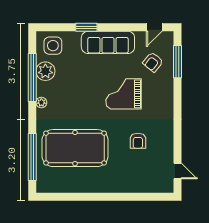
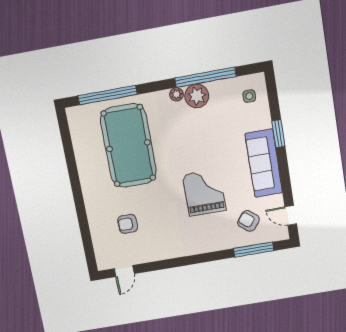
side table: (53, 46) -> (249, 96), width x0.54, depth x0.54
plant: (45, 71) -> (197, 96), moved
armchair: (138, 141) -> (128, 224), moved

